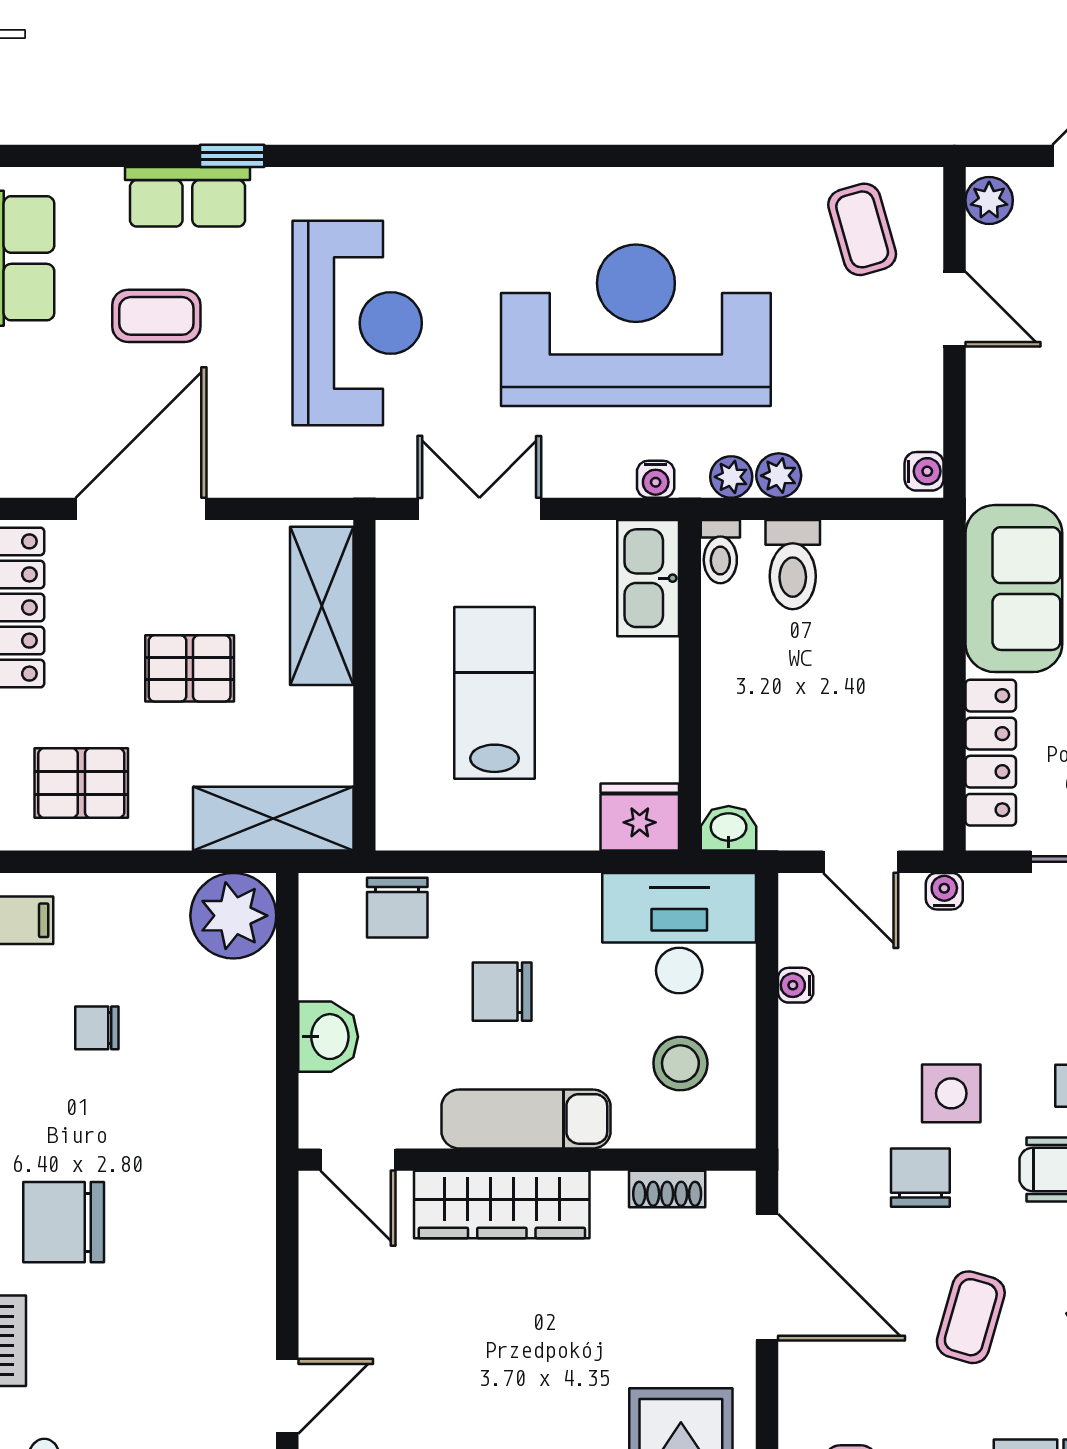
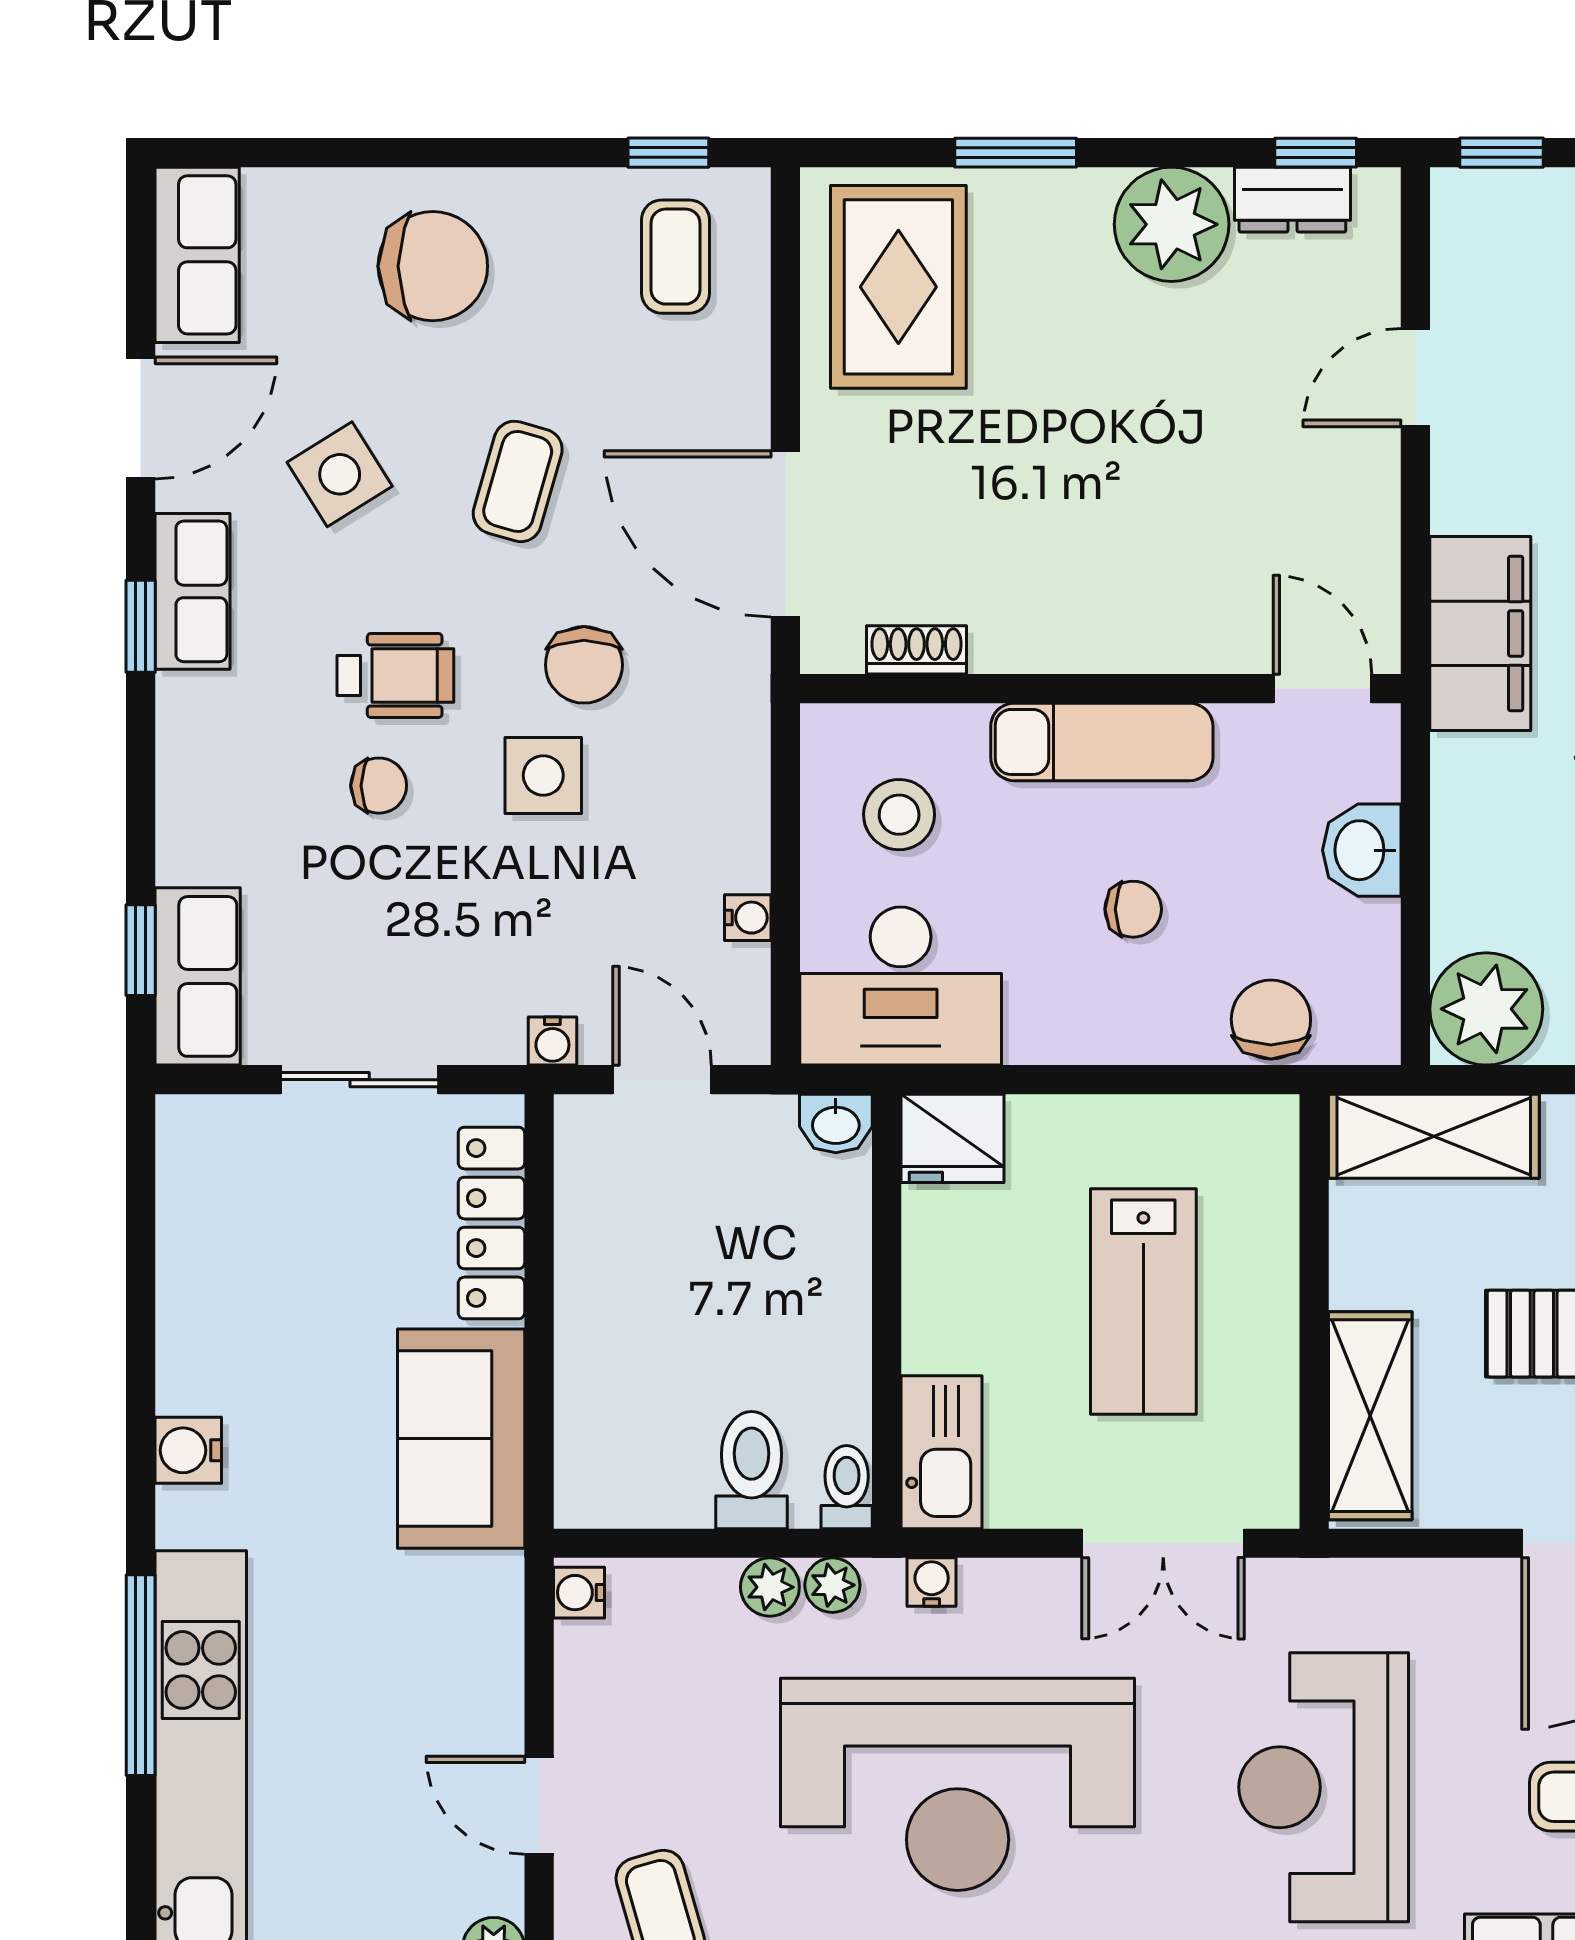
chair: (502, 992) -> (1133, 909), width x0.73, depth x0.73
filing cabinet: (238, 1201) -> (1480, 633), added
wardrobe: (502, 1204) -> (1134, 630), removed

